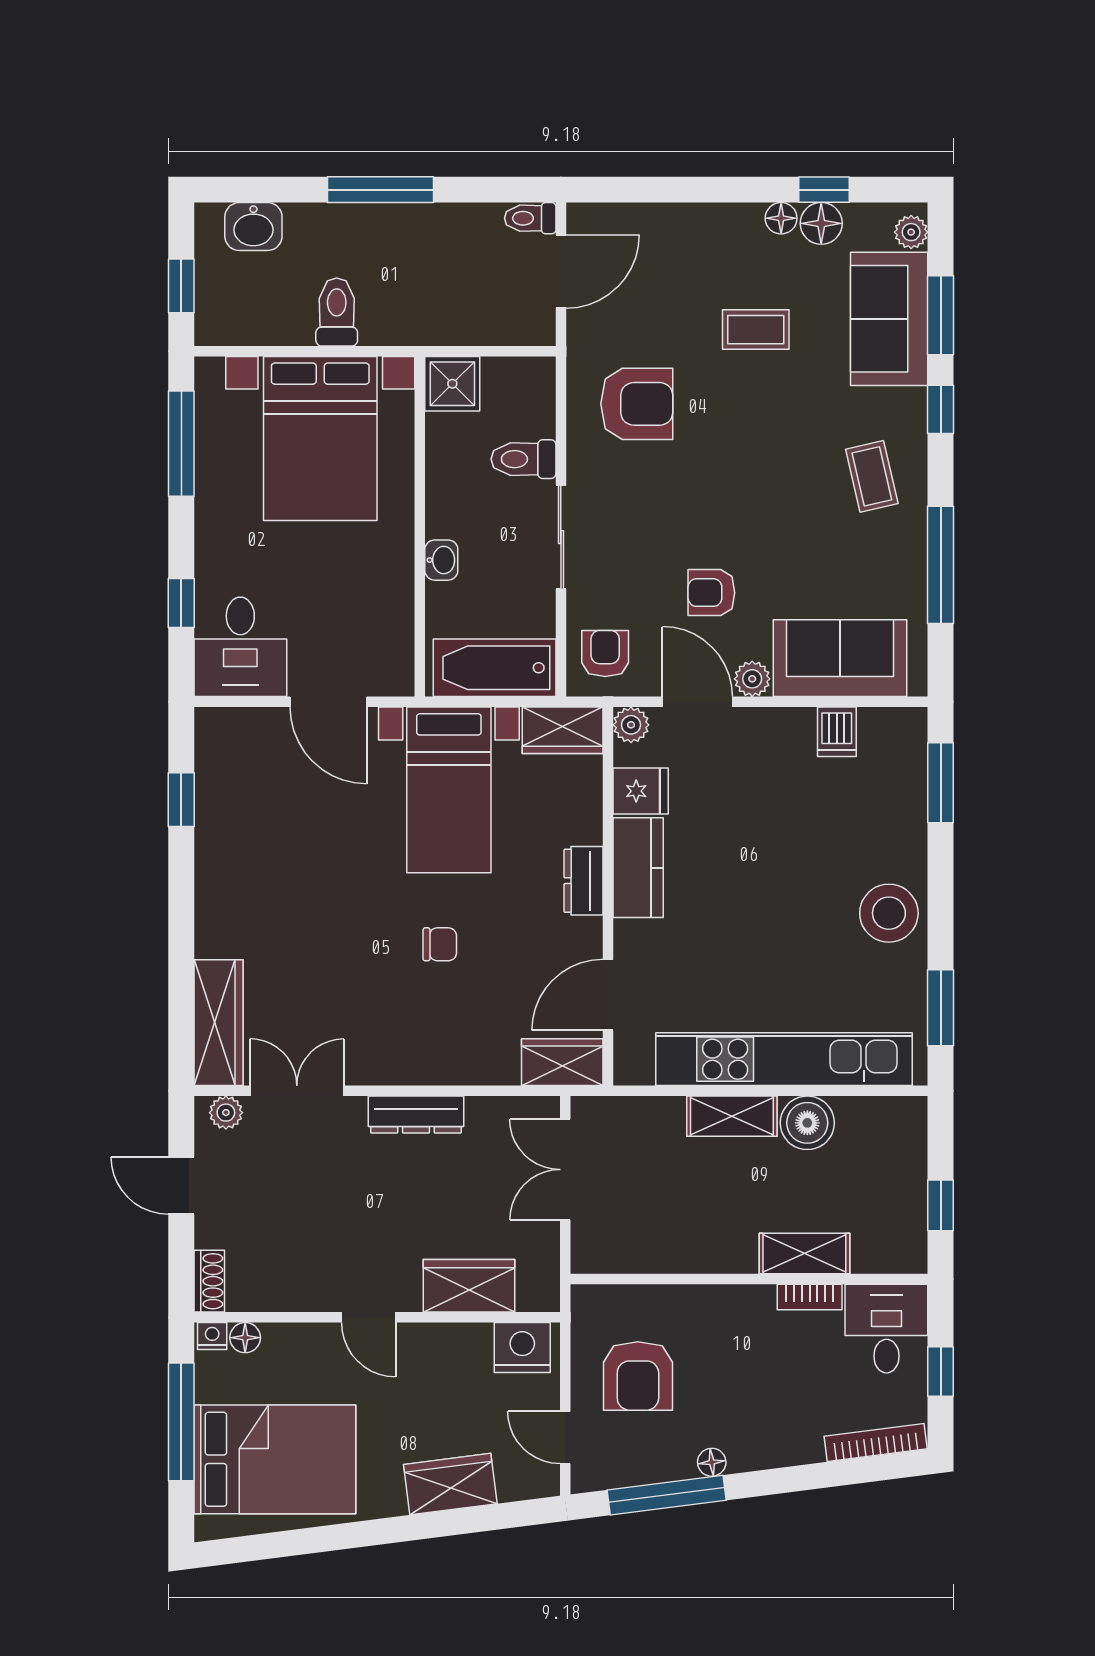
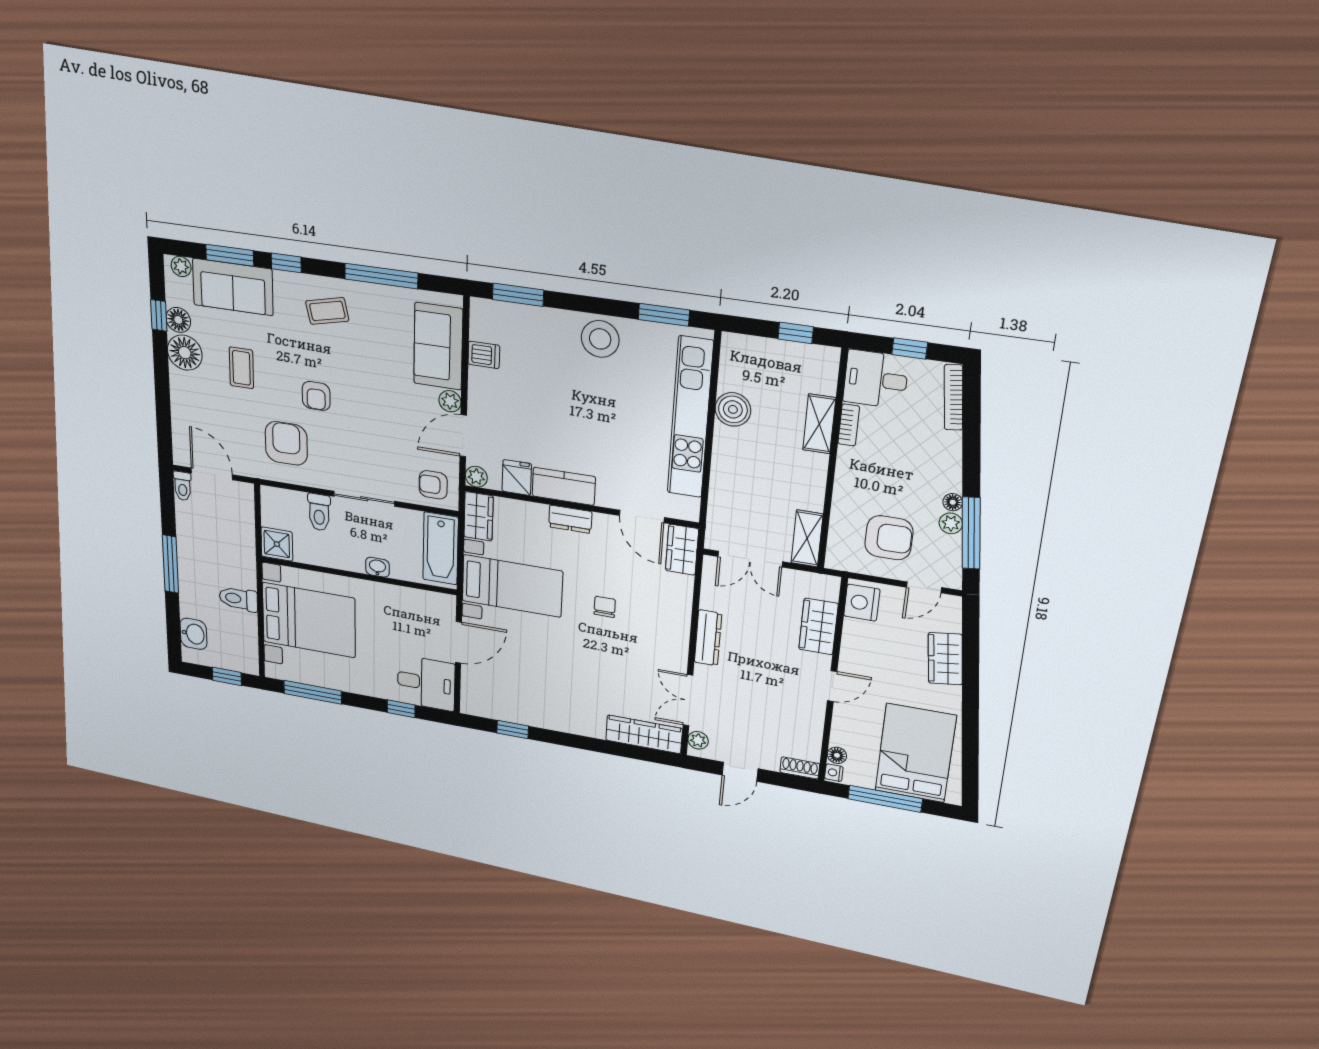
floor lamp: (781, 218) -> (185, 353), width x1.89, depth x1.89
armchair: (711, 593) -> (316, 396), moved
shelving: (732, 1116) -> (807, 538), moved
plant: (677, 1464) -> (951, 523), added

